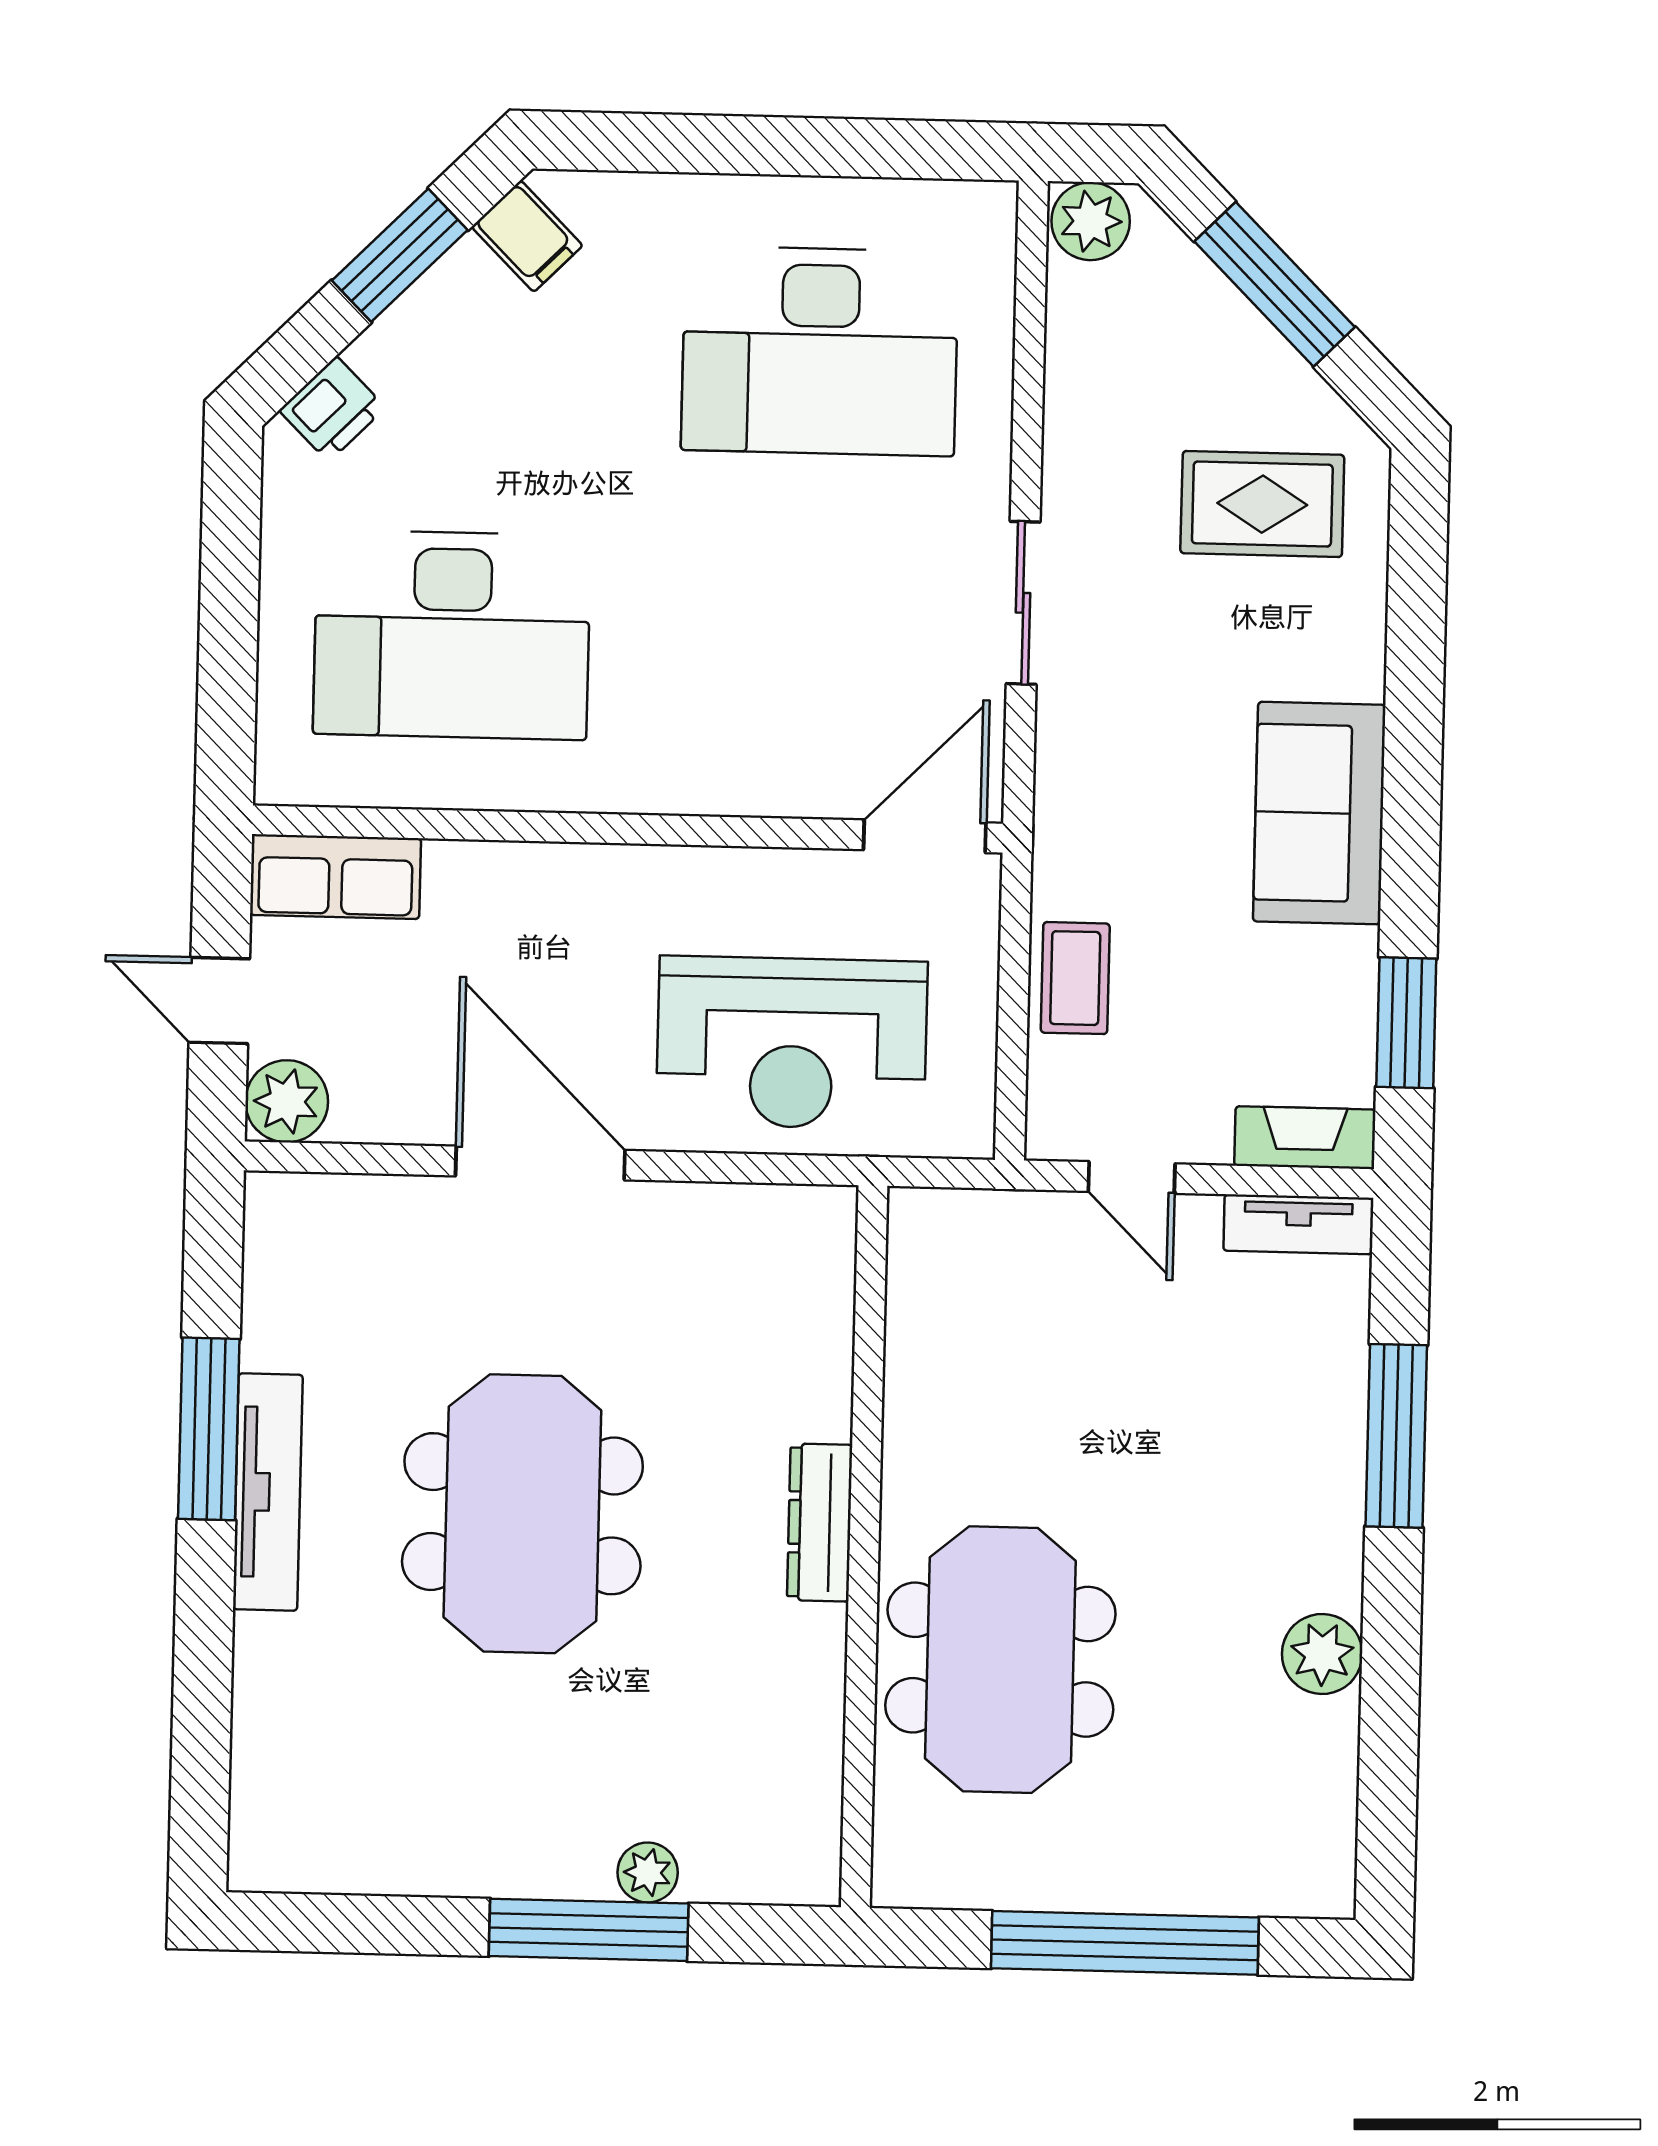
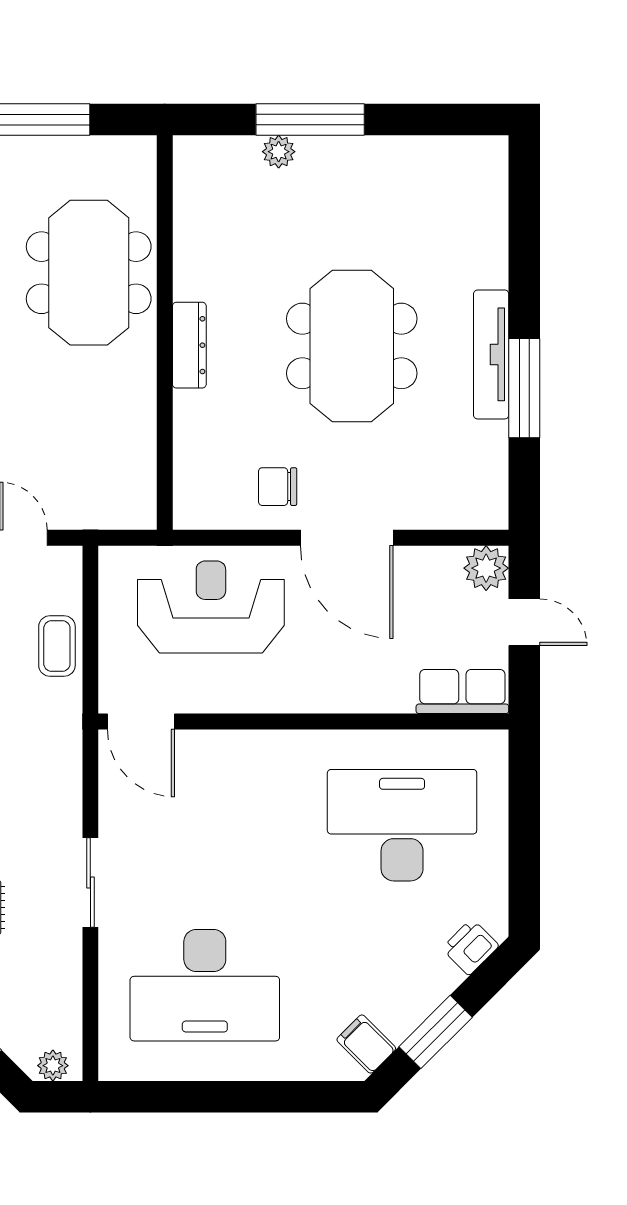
plant: (1091, 221) -> (53, 1066), width x0.73, depth x0.73
desk: (820, 351) -> (205, 985), turned 180
sliding door: (1023, 603) -> (90, 883), moved
door: (925, 836) -> (141, 721), hinge flipped
chair: (664, 1260) -> (278, 487), added

